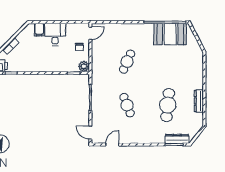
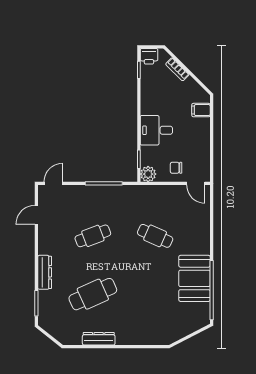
desk: (55, 34) -> (156, 130), moved, turned 180
booth: (170, 34) -> (195, 278), moved
cafe table: (168, 105) -> (93, 294), turned -30
dresser: (177, 139) -> (45, 272), moved
door: (112, 145) -> (36, 215), swing flipped

